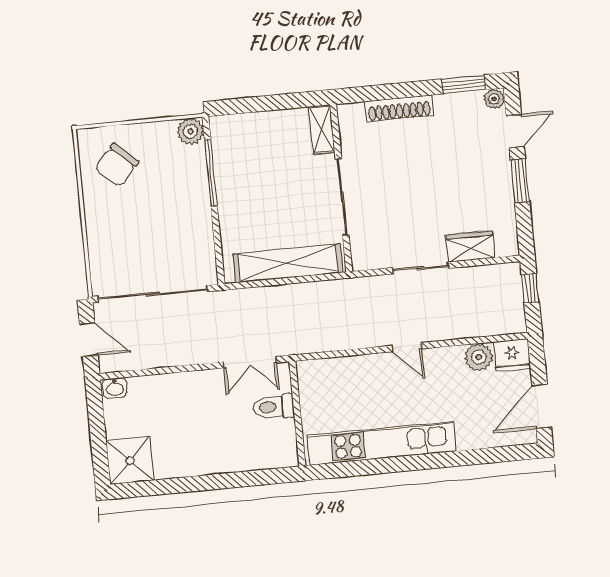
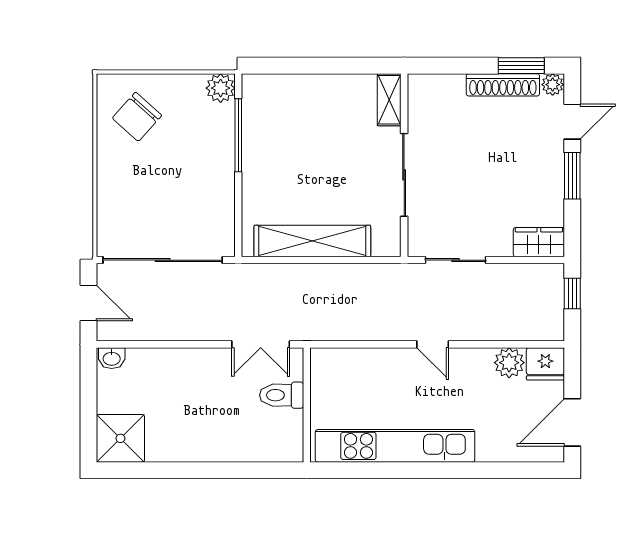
shoe rack: (399, 108) -> (503, 85), moved
shelving: (322, 130) -> (389, 100), moved
wall: (341, 188) -> (404, 165), moved
sliding door: (342, 197) -> (404, 175), moved
wardrobe: (471, 247) -> (539, 242), moved

